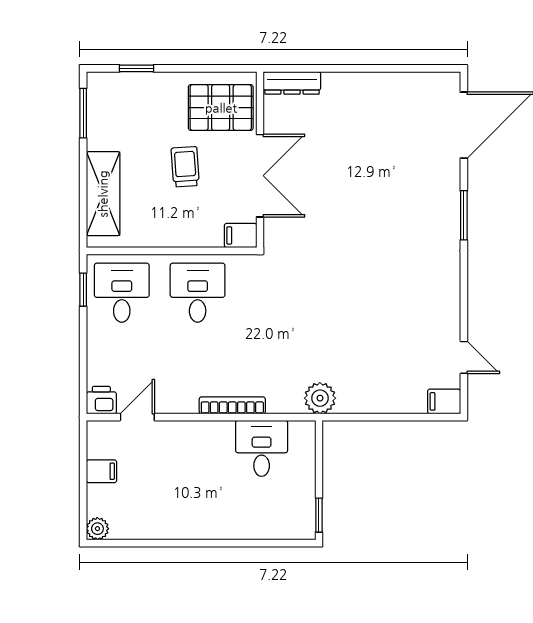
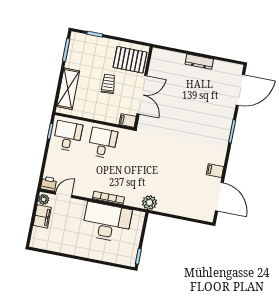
dresser: (292, 83) -> (199, 62), moved
door: (464, 357) -> (219, 197), width x1.87
filing cabinet: (444, 401) -> (215, 171), moved
desk: (262, 448) -> (107, 222), width x1.87, depth x1.30
filing cabinet: (101, 471) -> (42, 216), width x2.00
plant: (97, 529) -> (44, 199), moved

